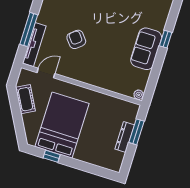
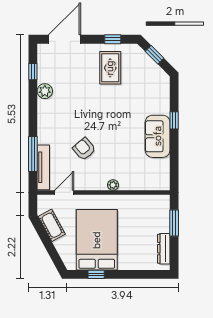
plant: (139, 95) -> (113, 185), moved
dresser: (125, 137) -> (164, 249), moved

